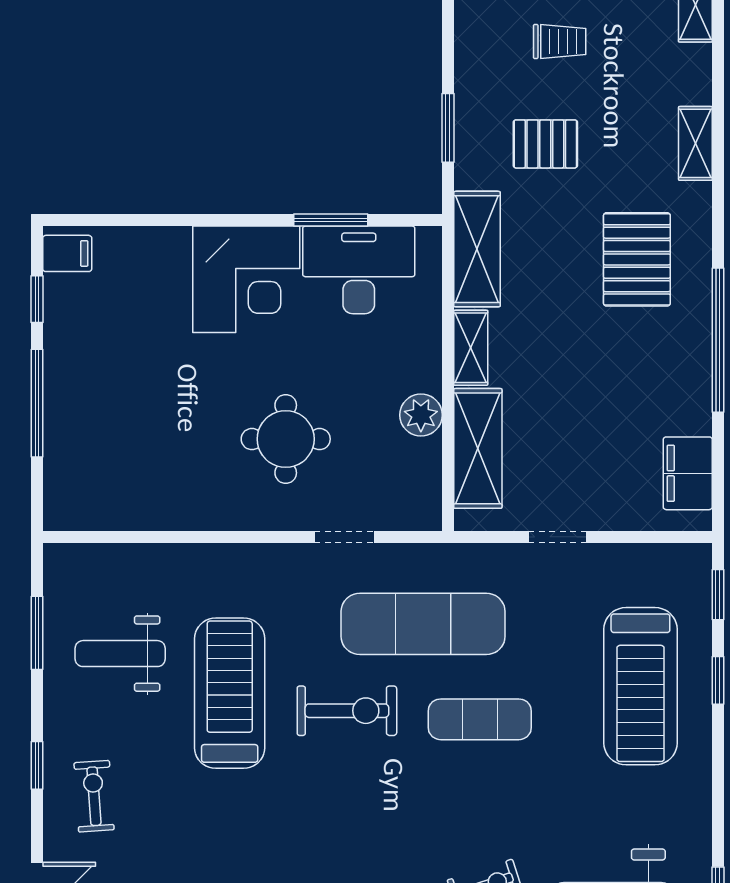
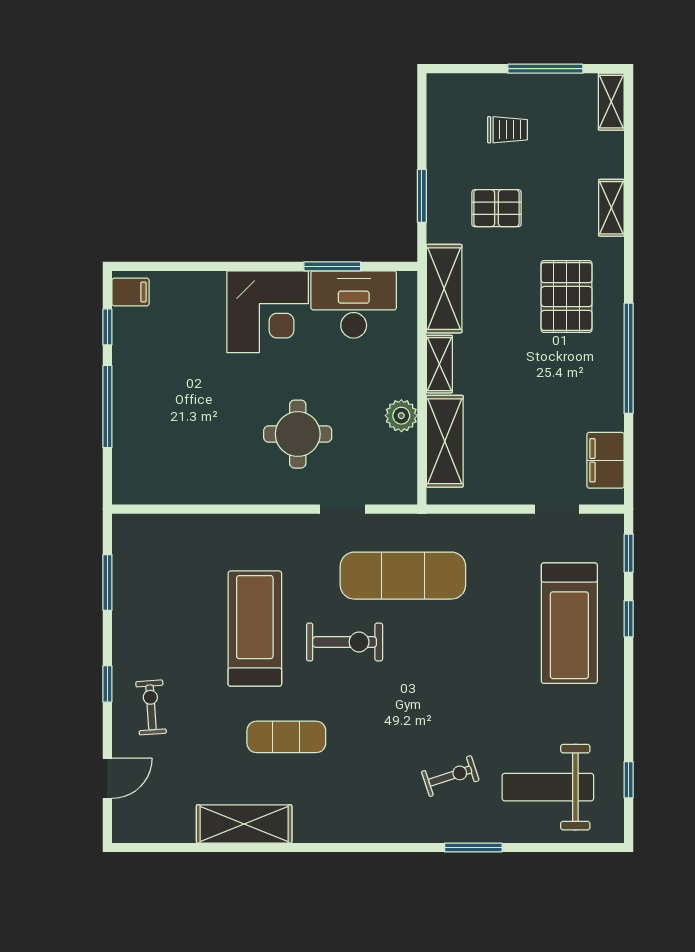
doorway: (557, 537) -> (557, 509), moved
weight bench: (120, 654) -> (171, 598), removed
exercise mat: (480, 719) -> (286, 737), moved

